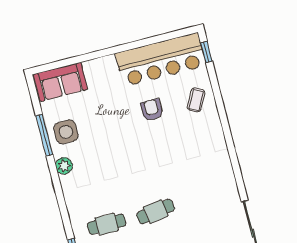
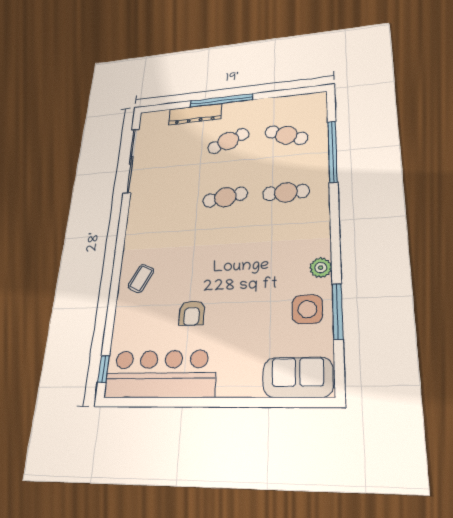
coffee table: (196, 100) -> (141, 278), moved

